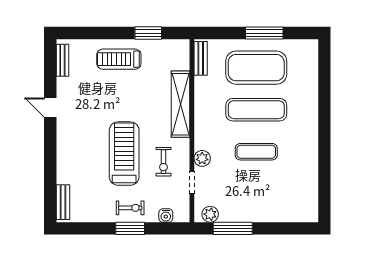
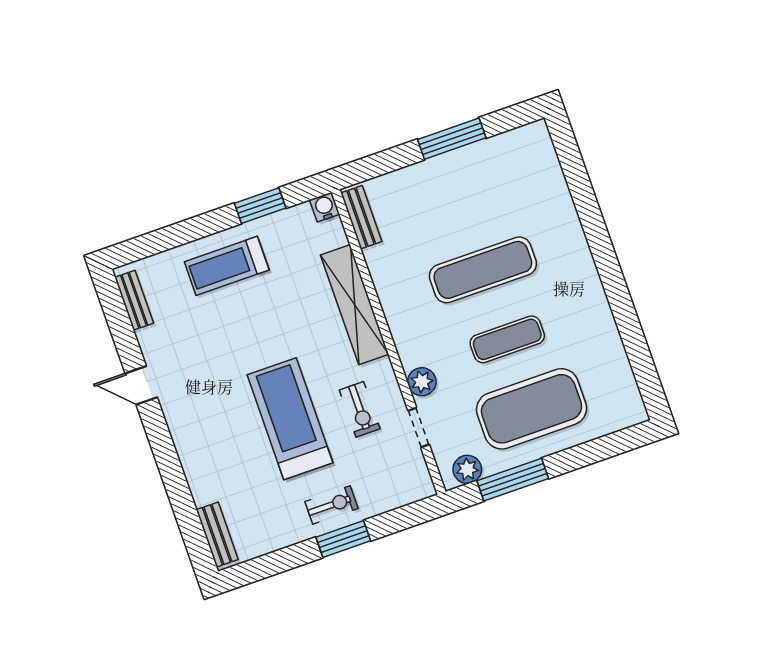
exercise mat: (256, 68) -> (532, 409), moved
water cooler: (166, 215) -> (325, 207), moved, turned 180

